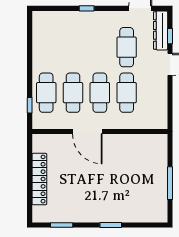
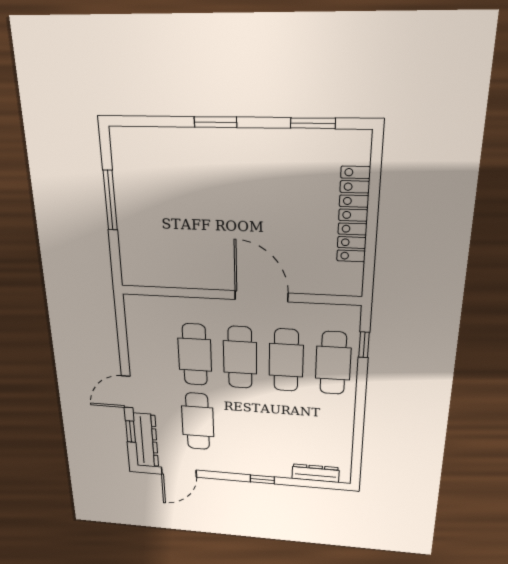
dresser: (54, 16) -> (315, 473), added

